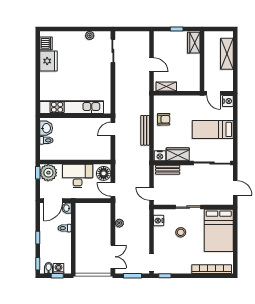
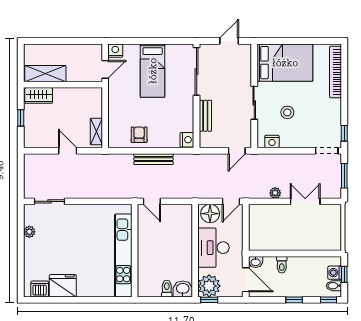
shelving: (227, 54) -> (45, 74), moved
door: (151, 65) -> (68, 151), hinge flipped
washbasin: (46, 128) -> (183, 289), moved
wardrobe: (178, 154) -> (185, 116), removed
bench: (168, 170) -> (205, 116), moved
double door: (113, 257) -> (305, 201), moved

